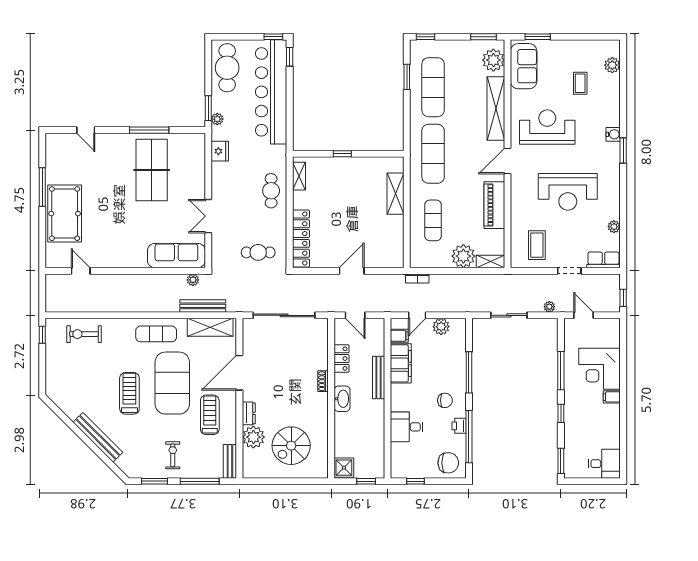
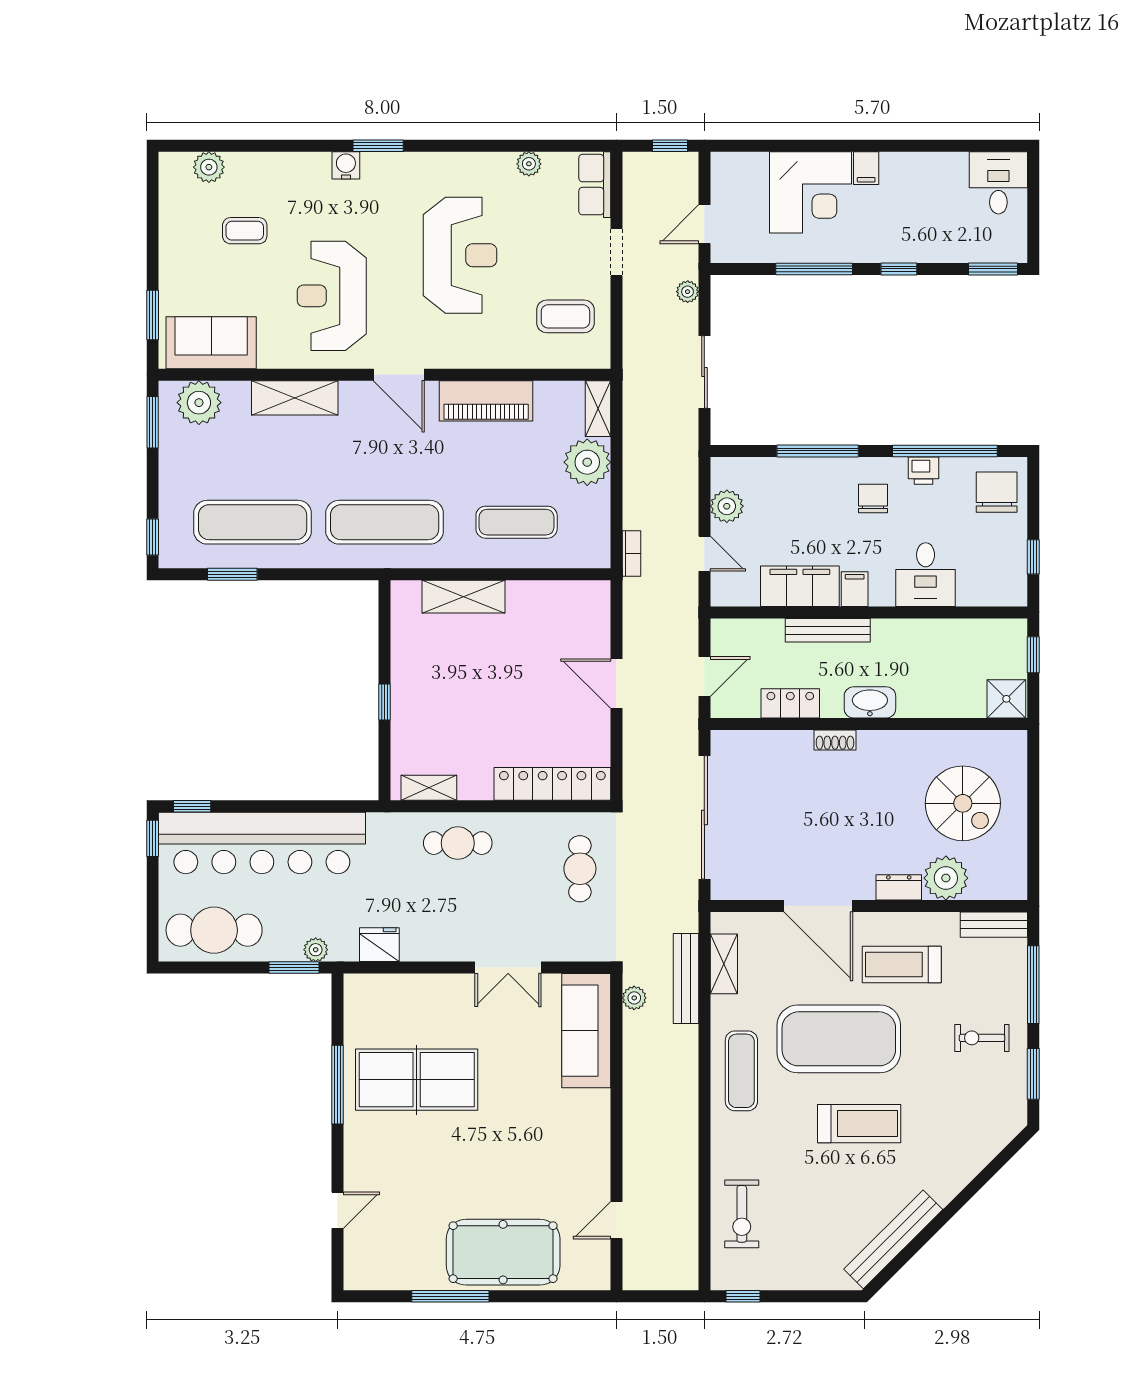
shelving: (496, 108) -> (295, 398), width x0.68
shelving: (210, 327) -> (724, 964), width x0.67, depth x0.75
filing cabinet: (399, 336) -> (855, 589), moved
treadmill: (129, 393) -> (859, 1124), turned 180
bench: (98, 437) -> (893, 1239), moved

